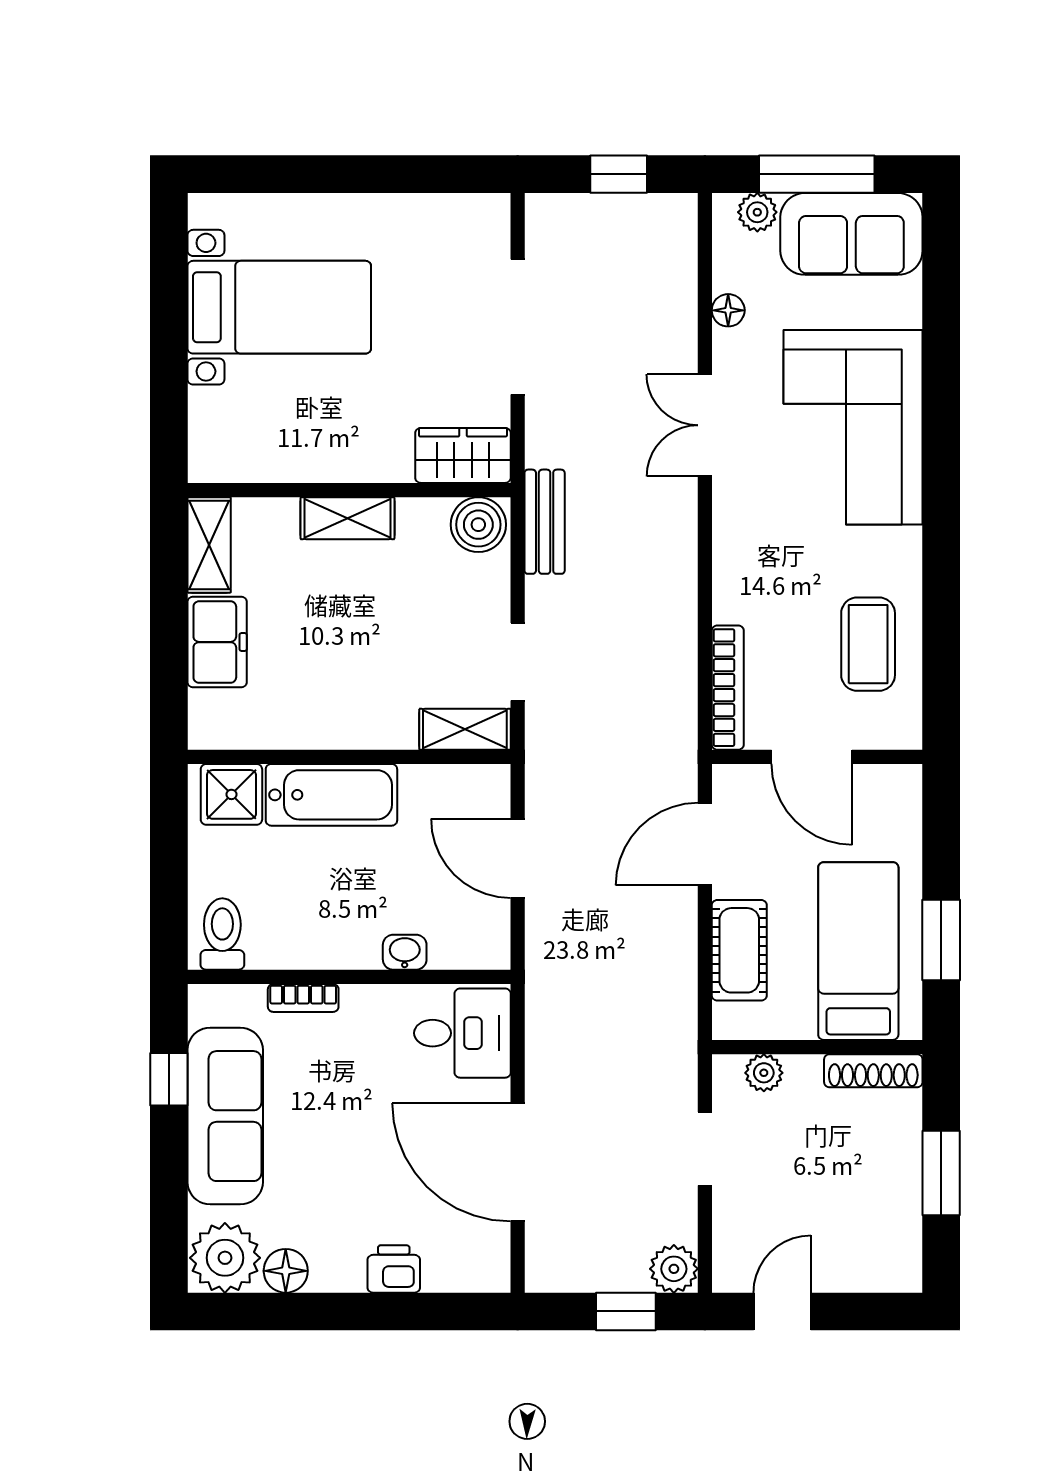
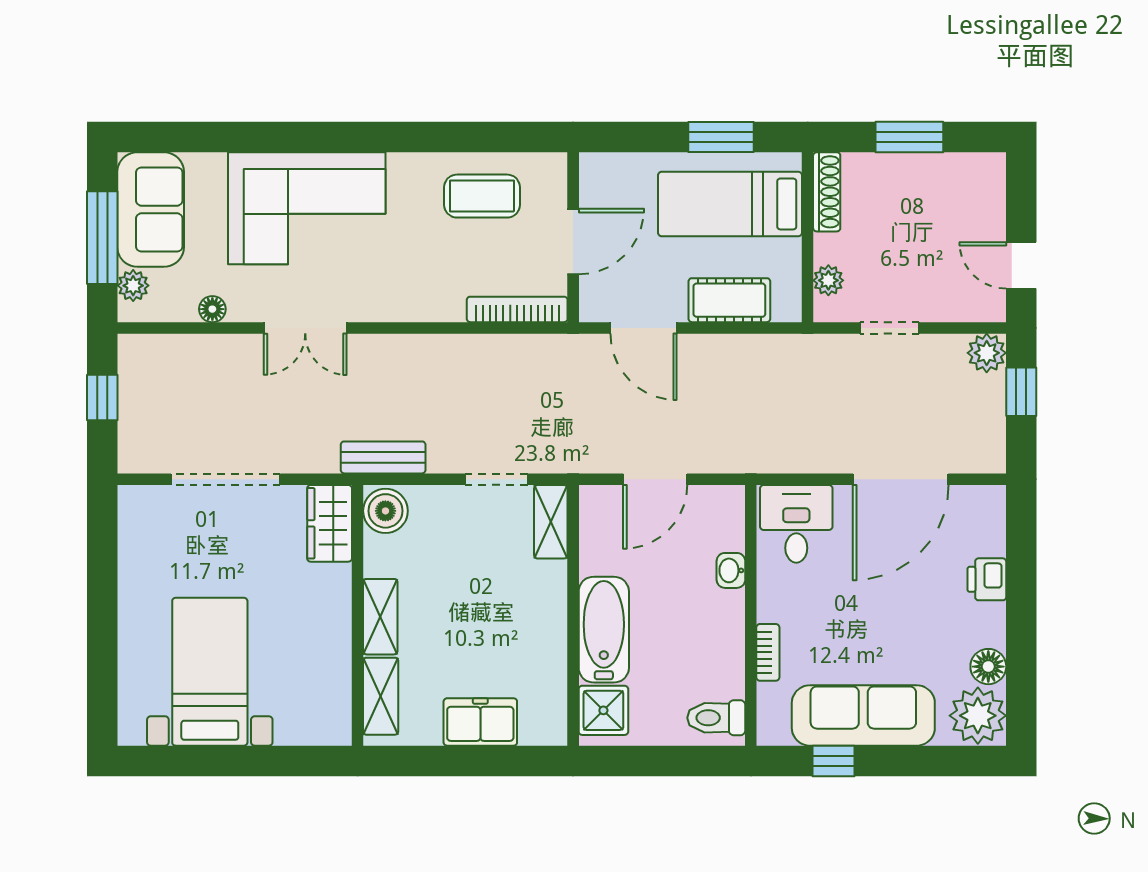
shelving: (209, 545) -> (381, 696), moved, turned 90

